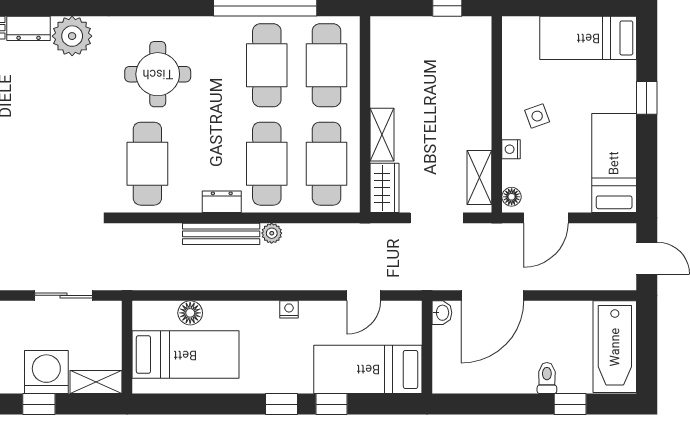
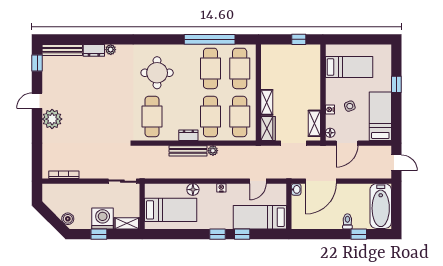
plant: (72, 36) -> (111, 50), width x0.53, depth x0.53
bed: (588, 38) -> (349, 67), moved, turned 180
side table: (537, 116) -> (350, 106), moved
sliding door: (64, 295) -> (122, 181), moved
floor lamp: (190, 313) -> (193, 190), moved

